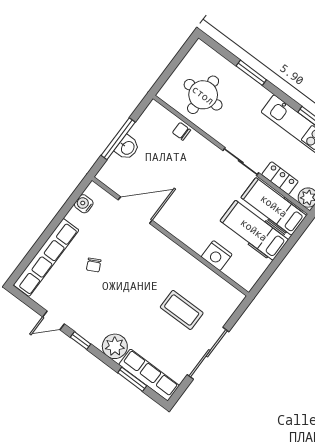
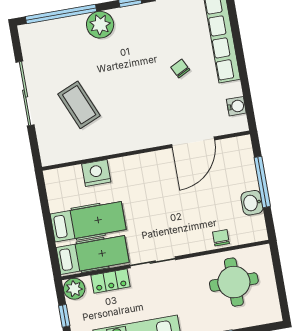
chair: (182, 131) -> (221, 238), turned -90
washbasin: (127, 148) -> (252, 203), moved
coffee table: (182, 310) -> (79, 105), turned 67
row of seats: (149, 375) -> (52, 30), removed
window: (132, 379) -> (61, 14), width x2.11

